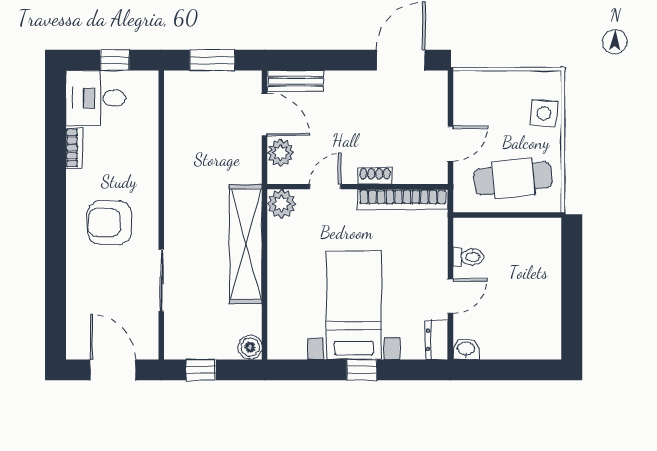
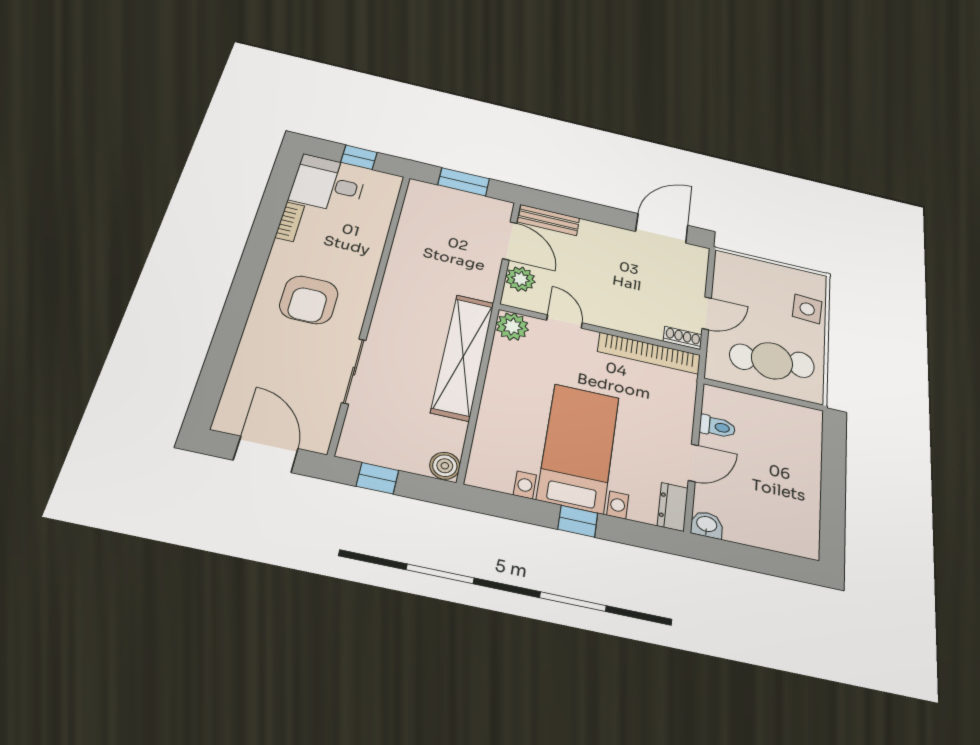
shoe rack: (375, 176) -> (683, 338), moved
door: (325, 187) -> (564, 322), hinge flipped
armchair: (109, 223) -> (309, 300), turned -90

